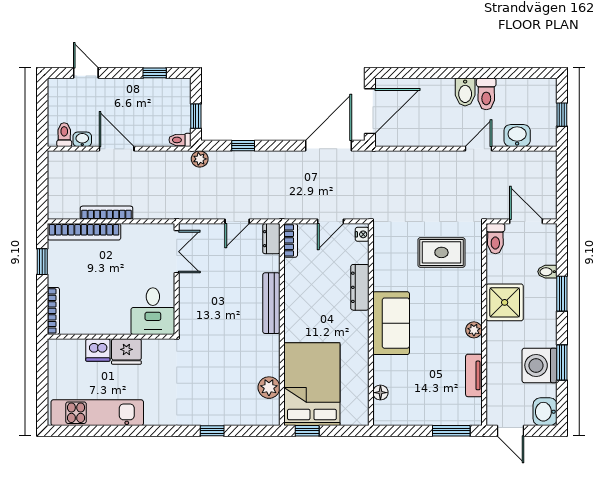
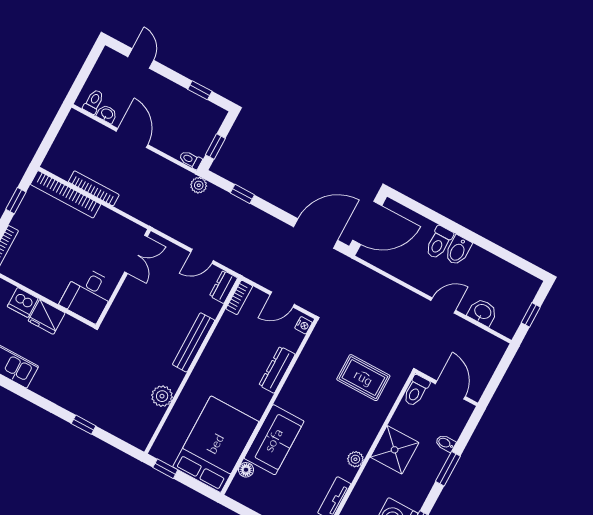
toilet: (486, 94) -> (439, 242), moved
sofa: (391, 323) -> (274, 440), moved
bed: (312, 384) -> (216, 444), moved
plant: (269, 388) -> (162, 396), moved

